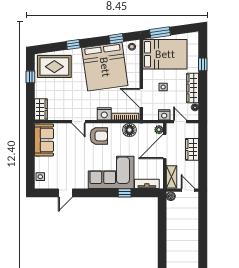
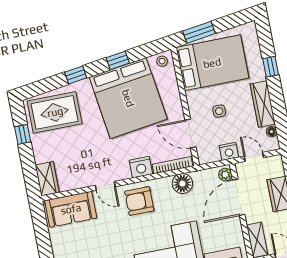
window: (116, 39) -> (118, 60), moved
armchair: (99, 136) -> (139, 201), turned 180
sofa: (44, 140) -> (71, 209), moved, turned 90

